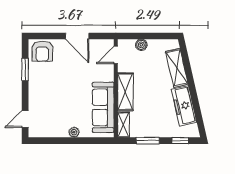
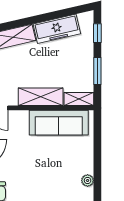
plant: (74, 132) -> (88, 180), moved

